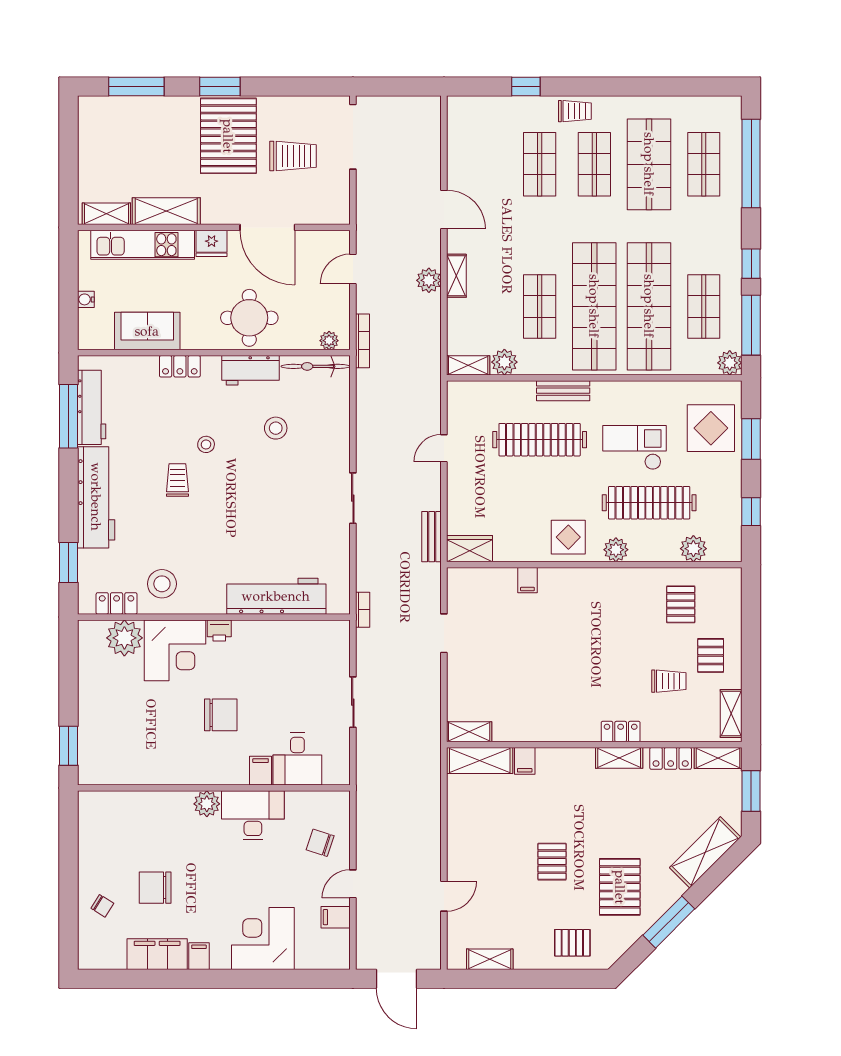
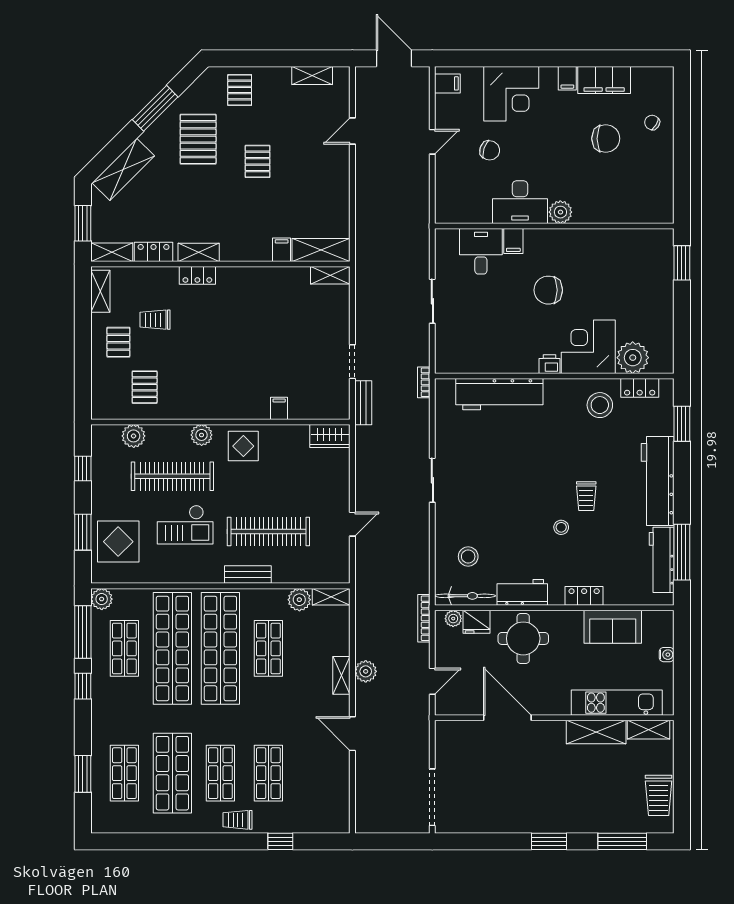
pallet: (228, 136) -> (541, 798), removed
trolley: (293, 156) -> (659, 795), moved, turned -90
window: (751, 163) -> (83, 774), width x0.47
fridge: (212, 243) -> (477, 622), moved, turned 180
stool: (276, 428) -> (468, 557), moved
bench: (432, 537) -> (363, 403), moved
chair: (320, 843) -> (490, 150), moved
filing cabinet: (336, 917) -> (447, 83), moved
pallet: (572, 943) -> (240, 90), turned 90

